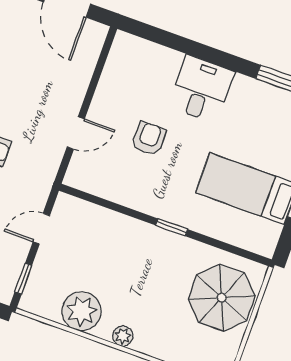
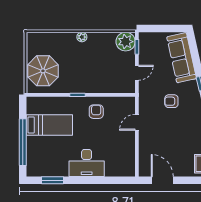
desk: (201, 89) -> (87, 163), width x1.37
armchair: (149, 139) -> (96, 112), moved, turned 180
plant: (82, 311) -> (126, 42), moved

